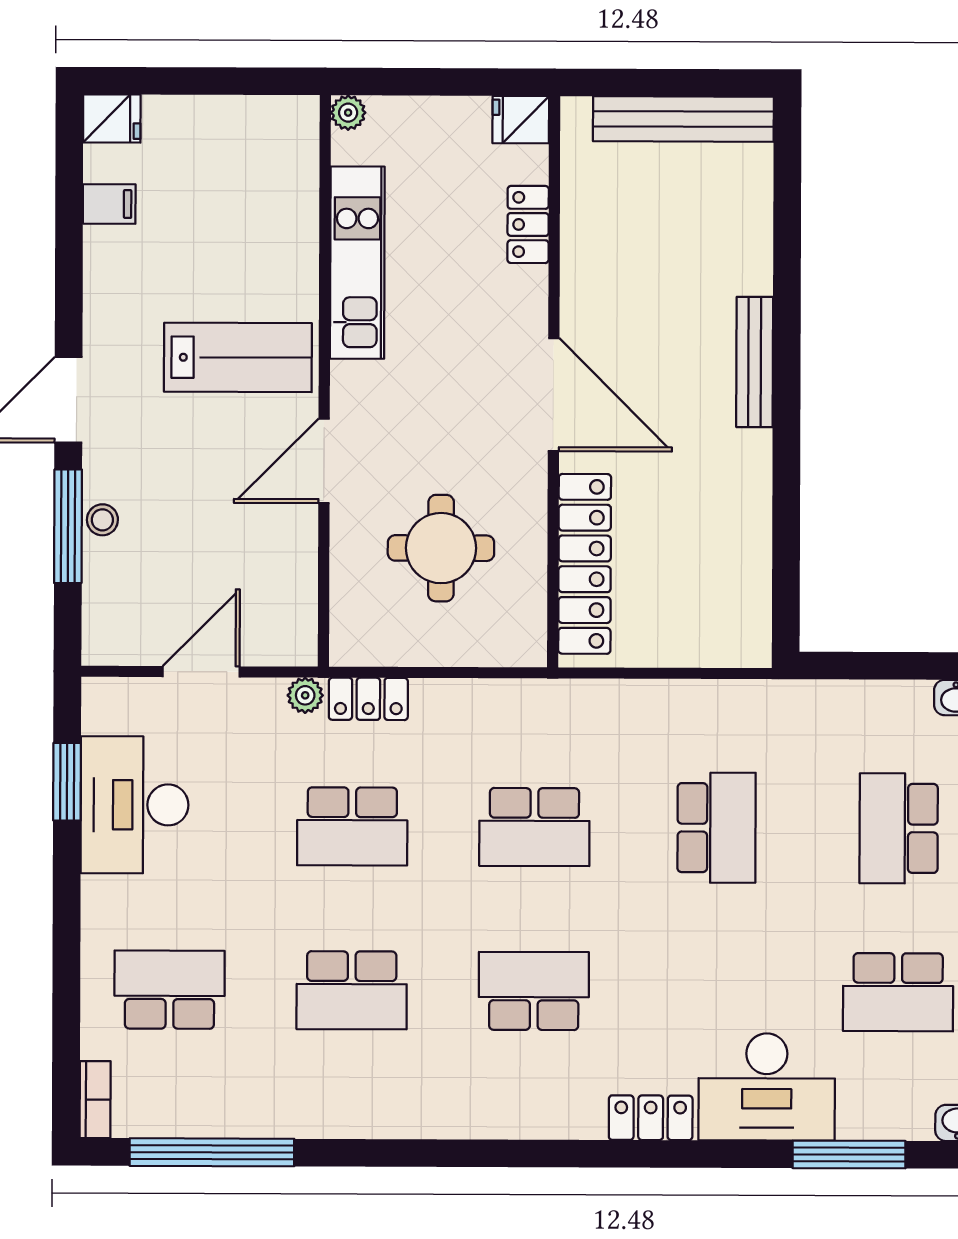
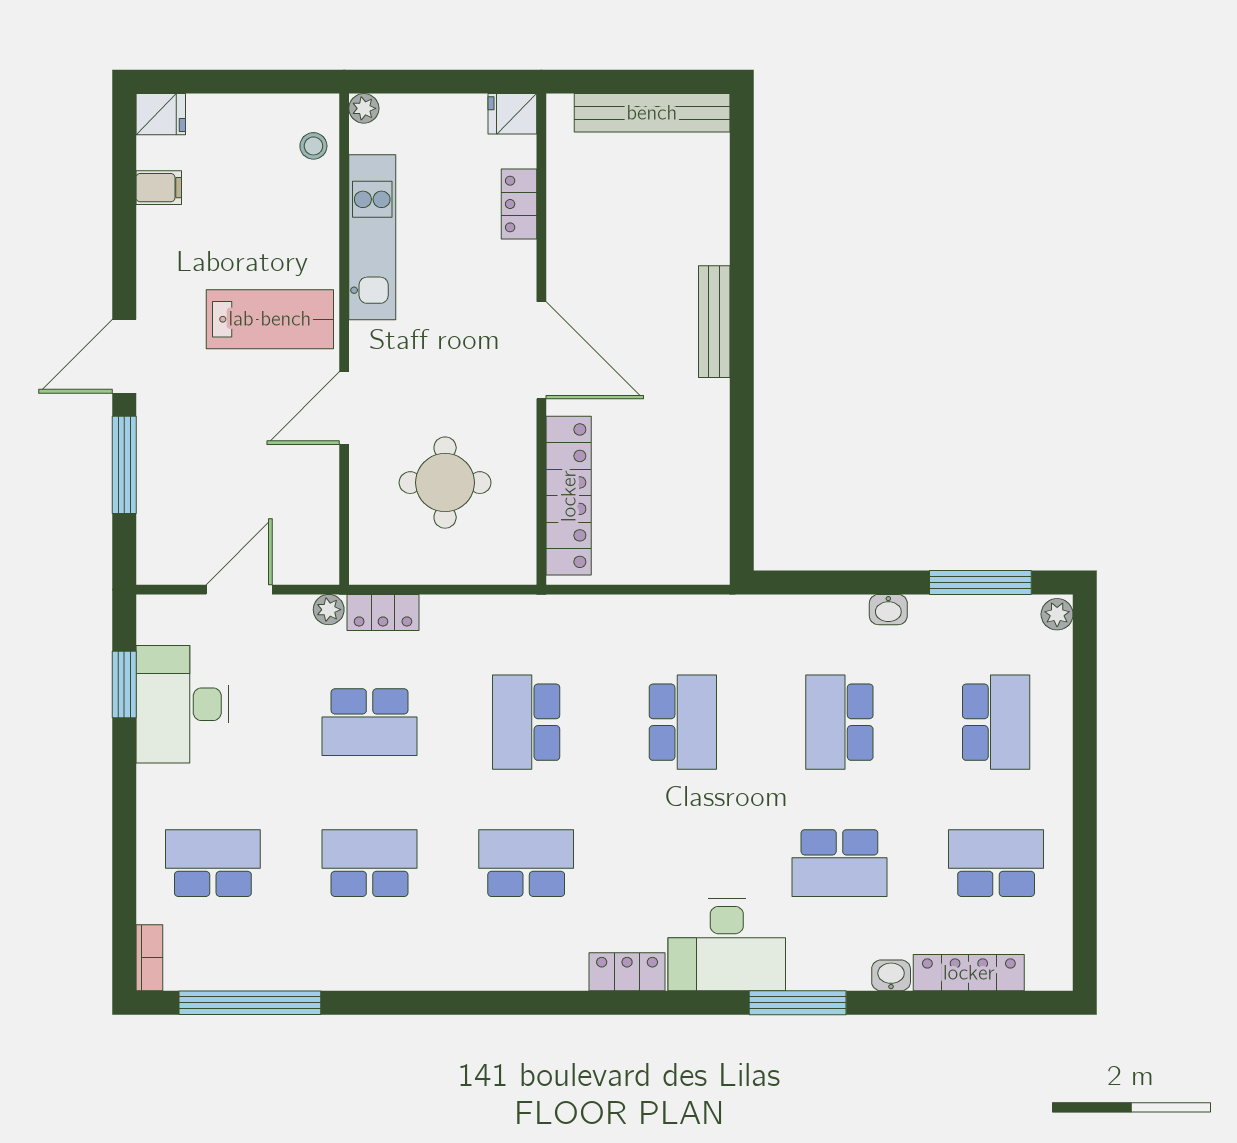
stool: (102, 520) -> (313, 146), moved
school desk: (534, 827) -> (526, 722), turned 90
school desk: (352, 990) -> (370, 863), turned 180

